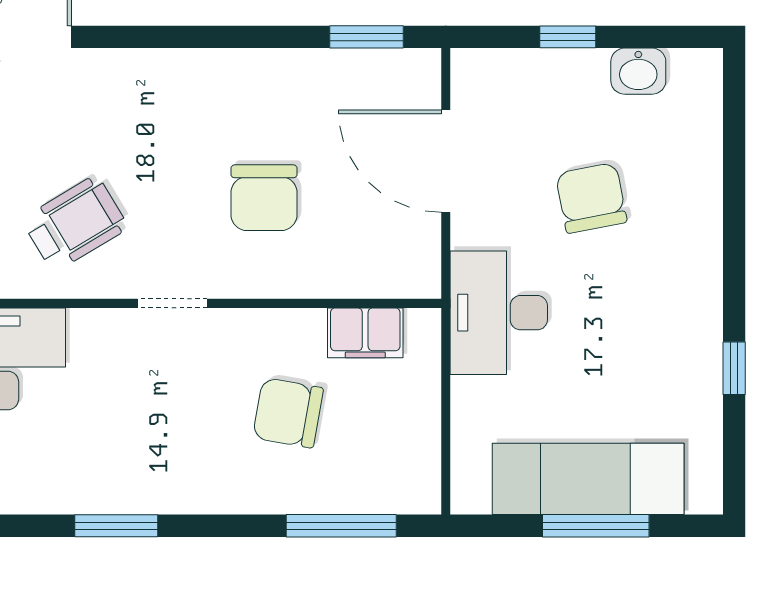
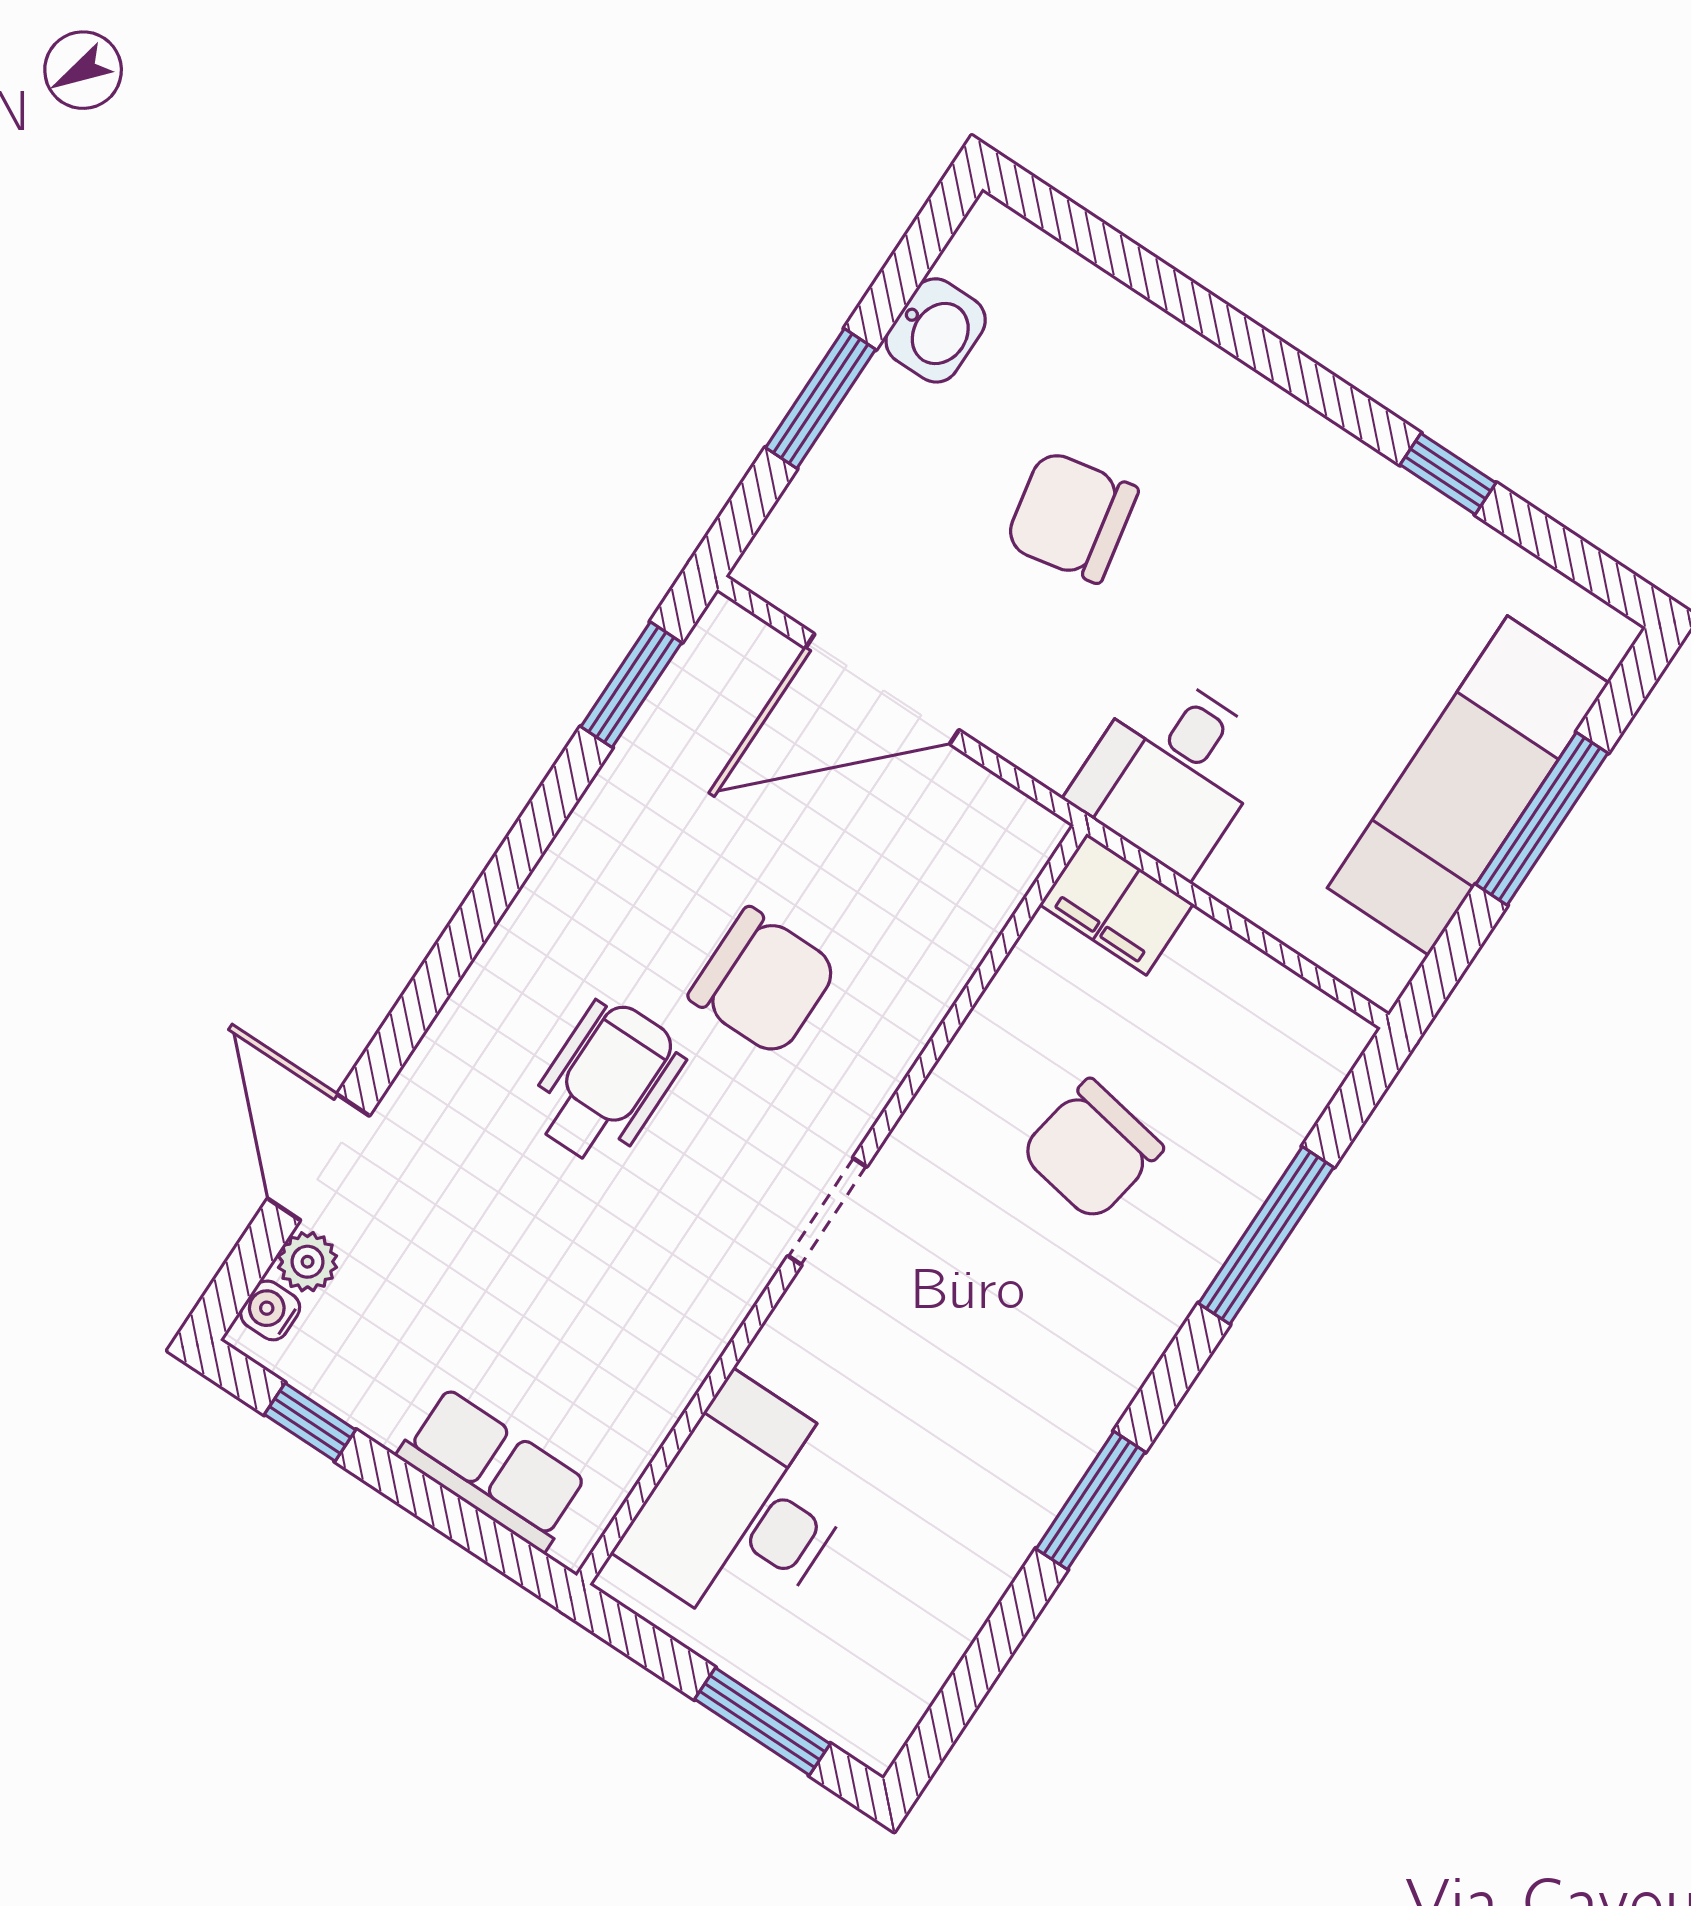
window: (568, 37) -> (821, 399), width x1.50
wheelchair: (75, 224) -> (606, 1083), moved, turned 31
desk: (499, 313) -> (1171, 772), width x0.73
filing cabinet: (365, 333) -> (1116, 904), moved, turned 90
window: (341, 526) -> (1266, 1235), moved

